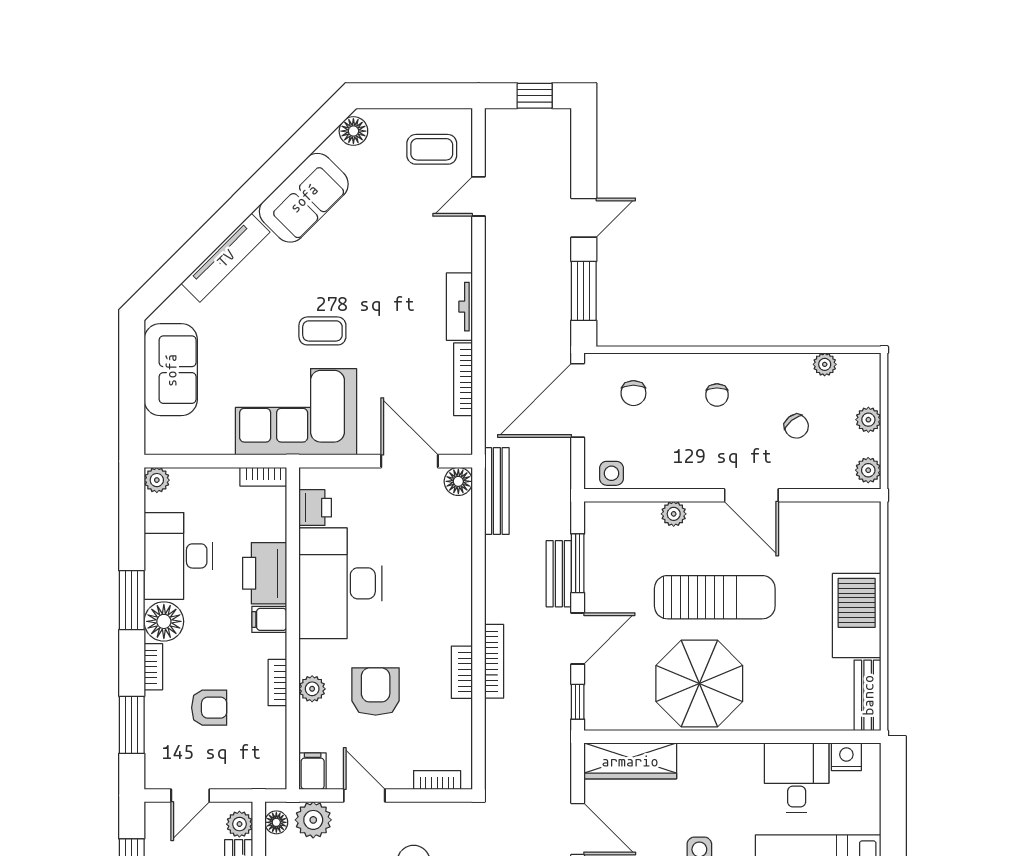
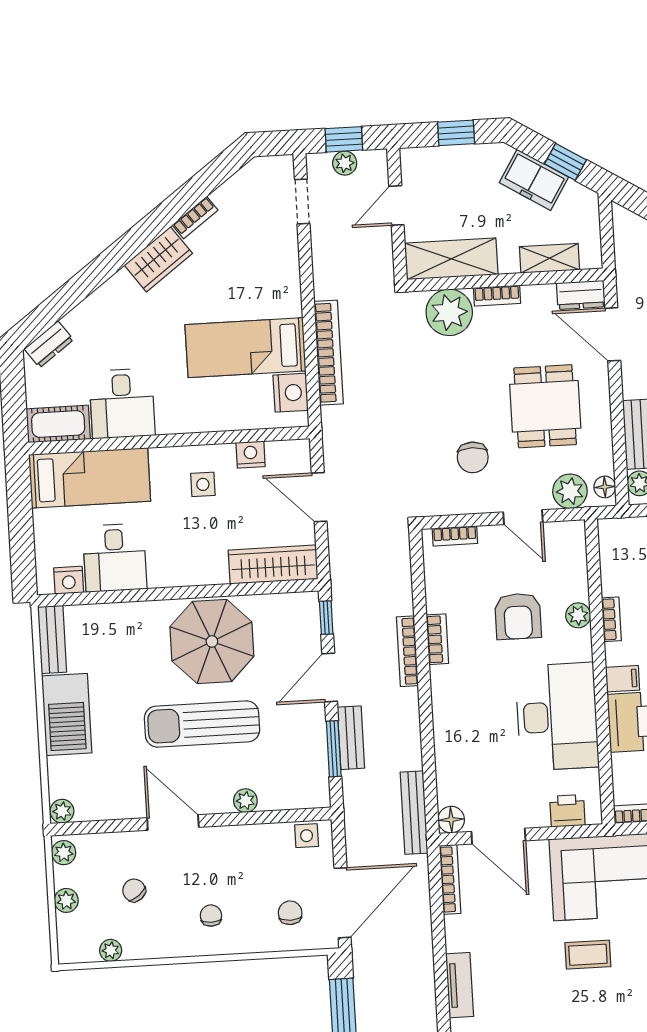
bookcase: (463, 379) -> (450, 879), moved
printer: (315, 508) -> (567, 811), moved, turned 90
plant: (867, 514) -> (62, 811), added
filing cabinet: (313, 771) -> (573, 537), removed

